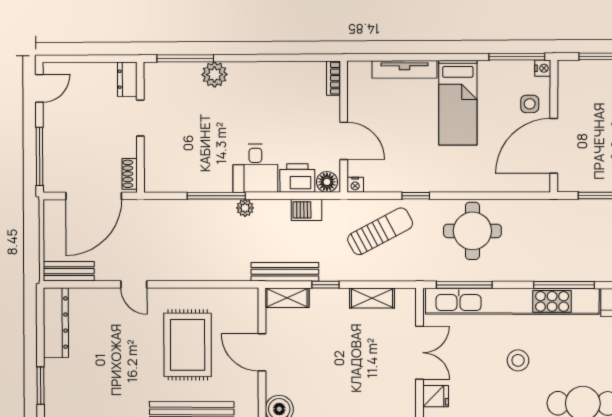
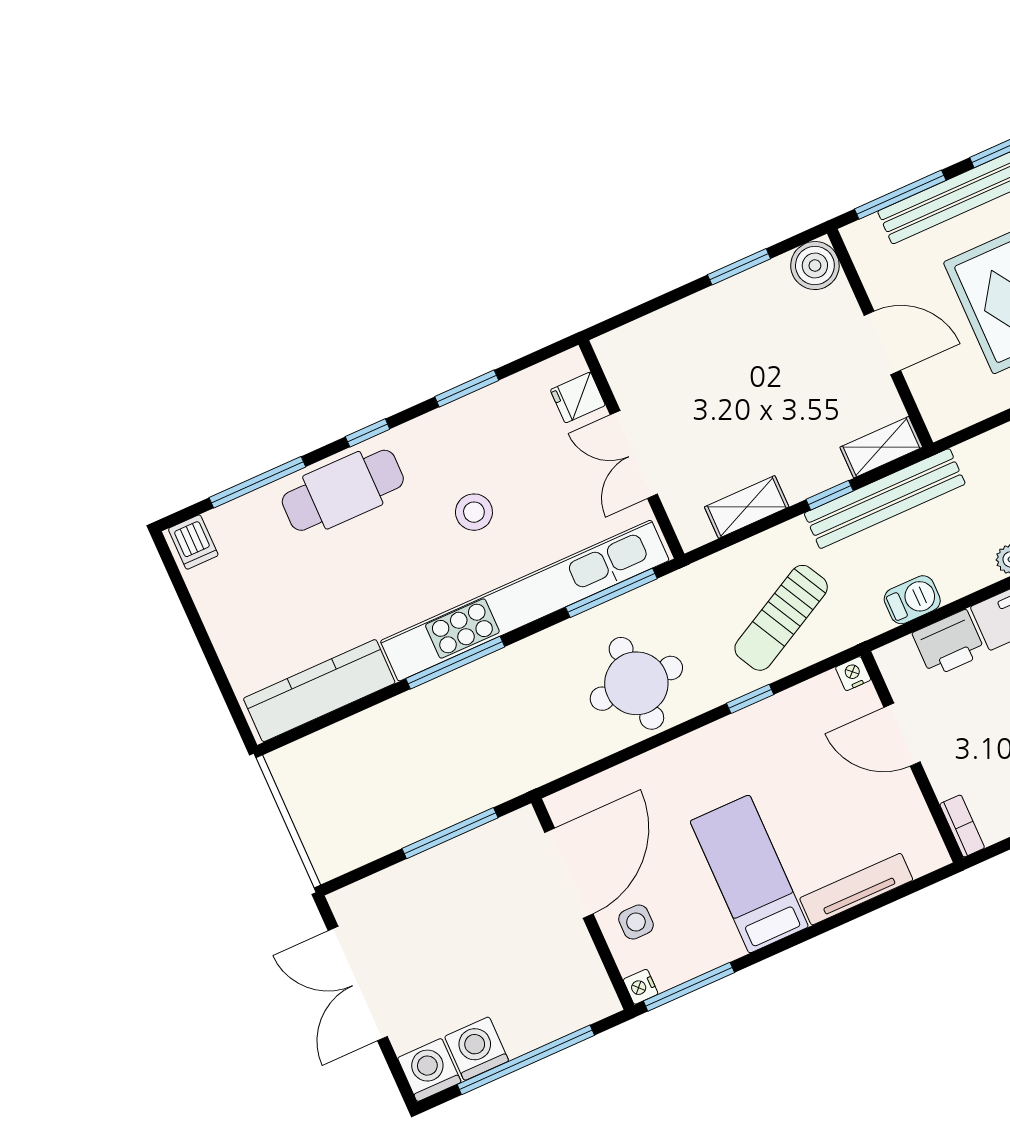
floor lamp: (327, 182) -> (900, 658), removed
bench: (285, 272) -> (885, 499), width x1.37, depth x1.21

